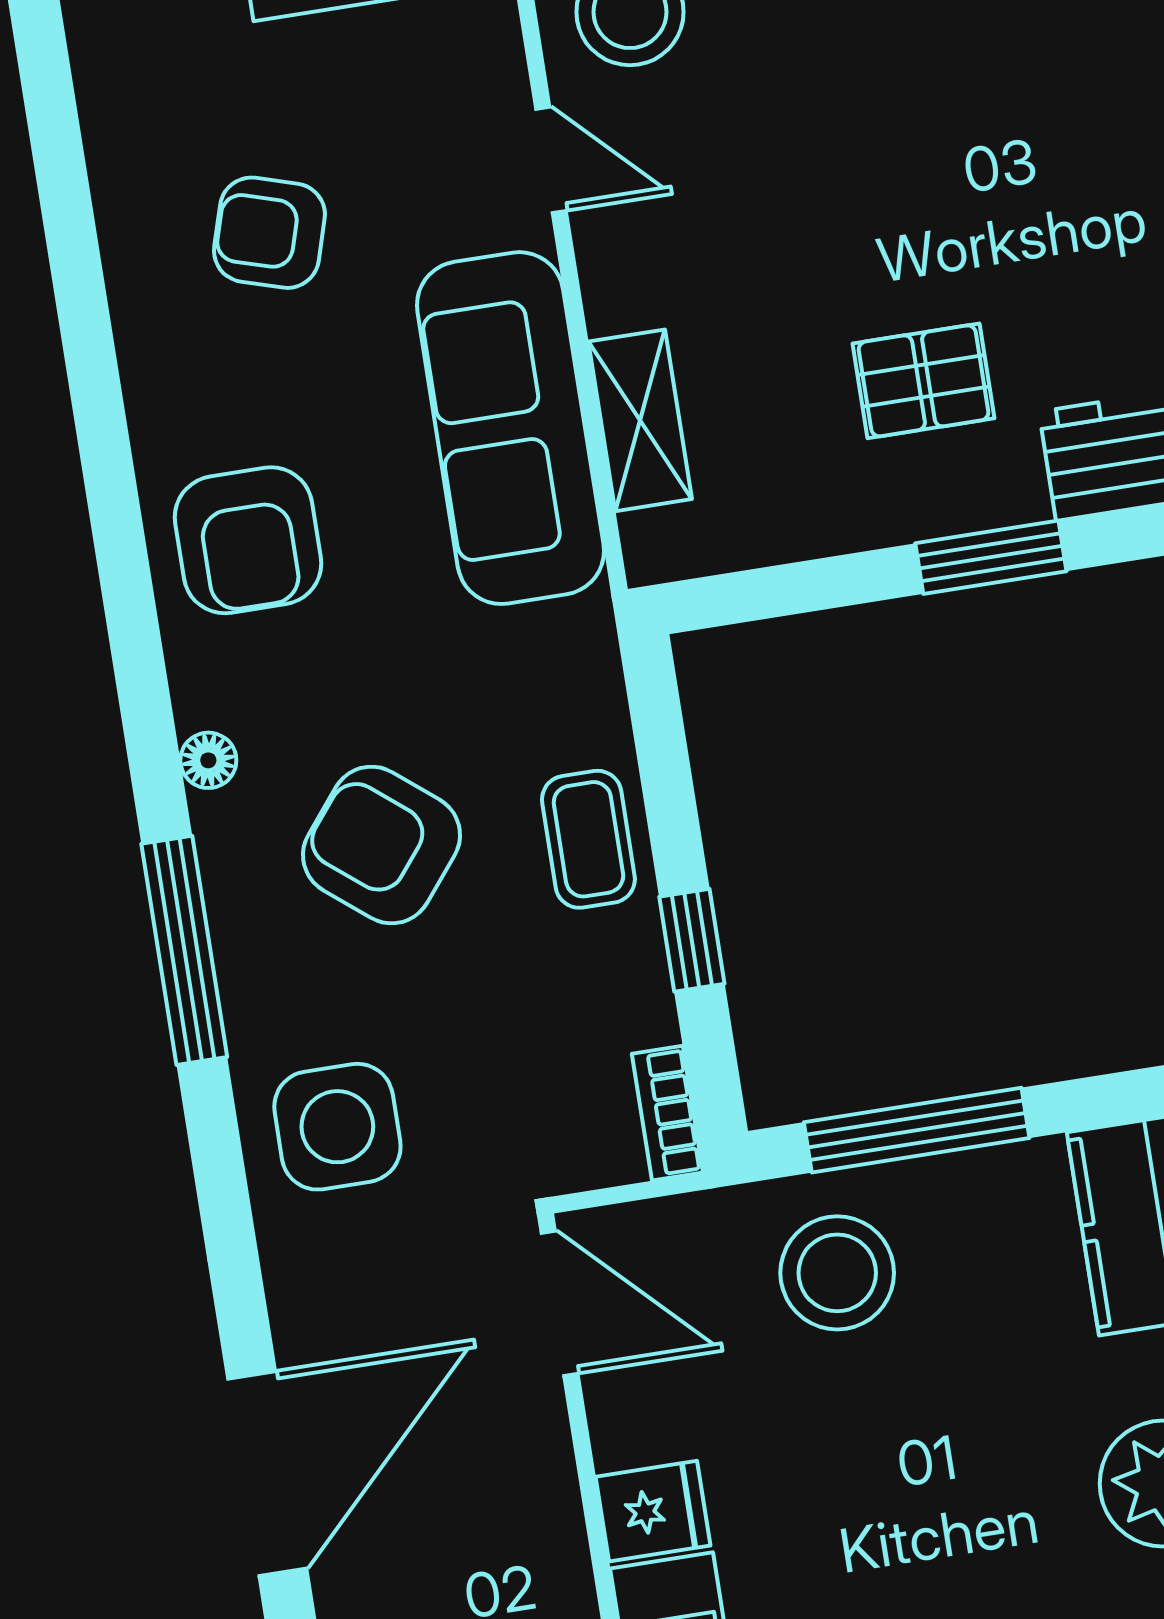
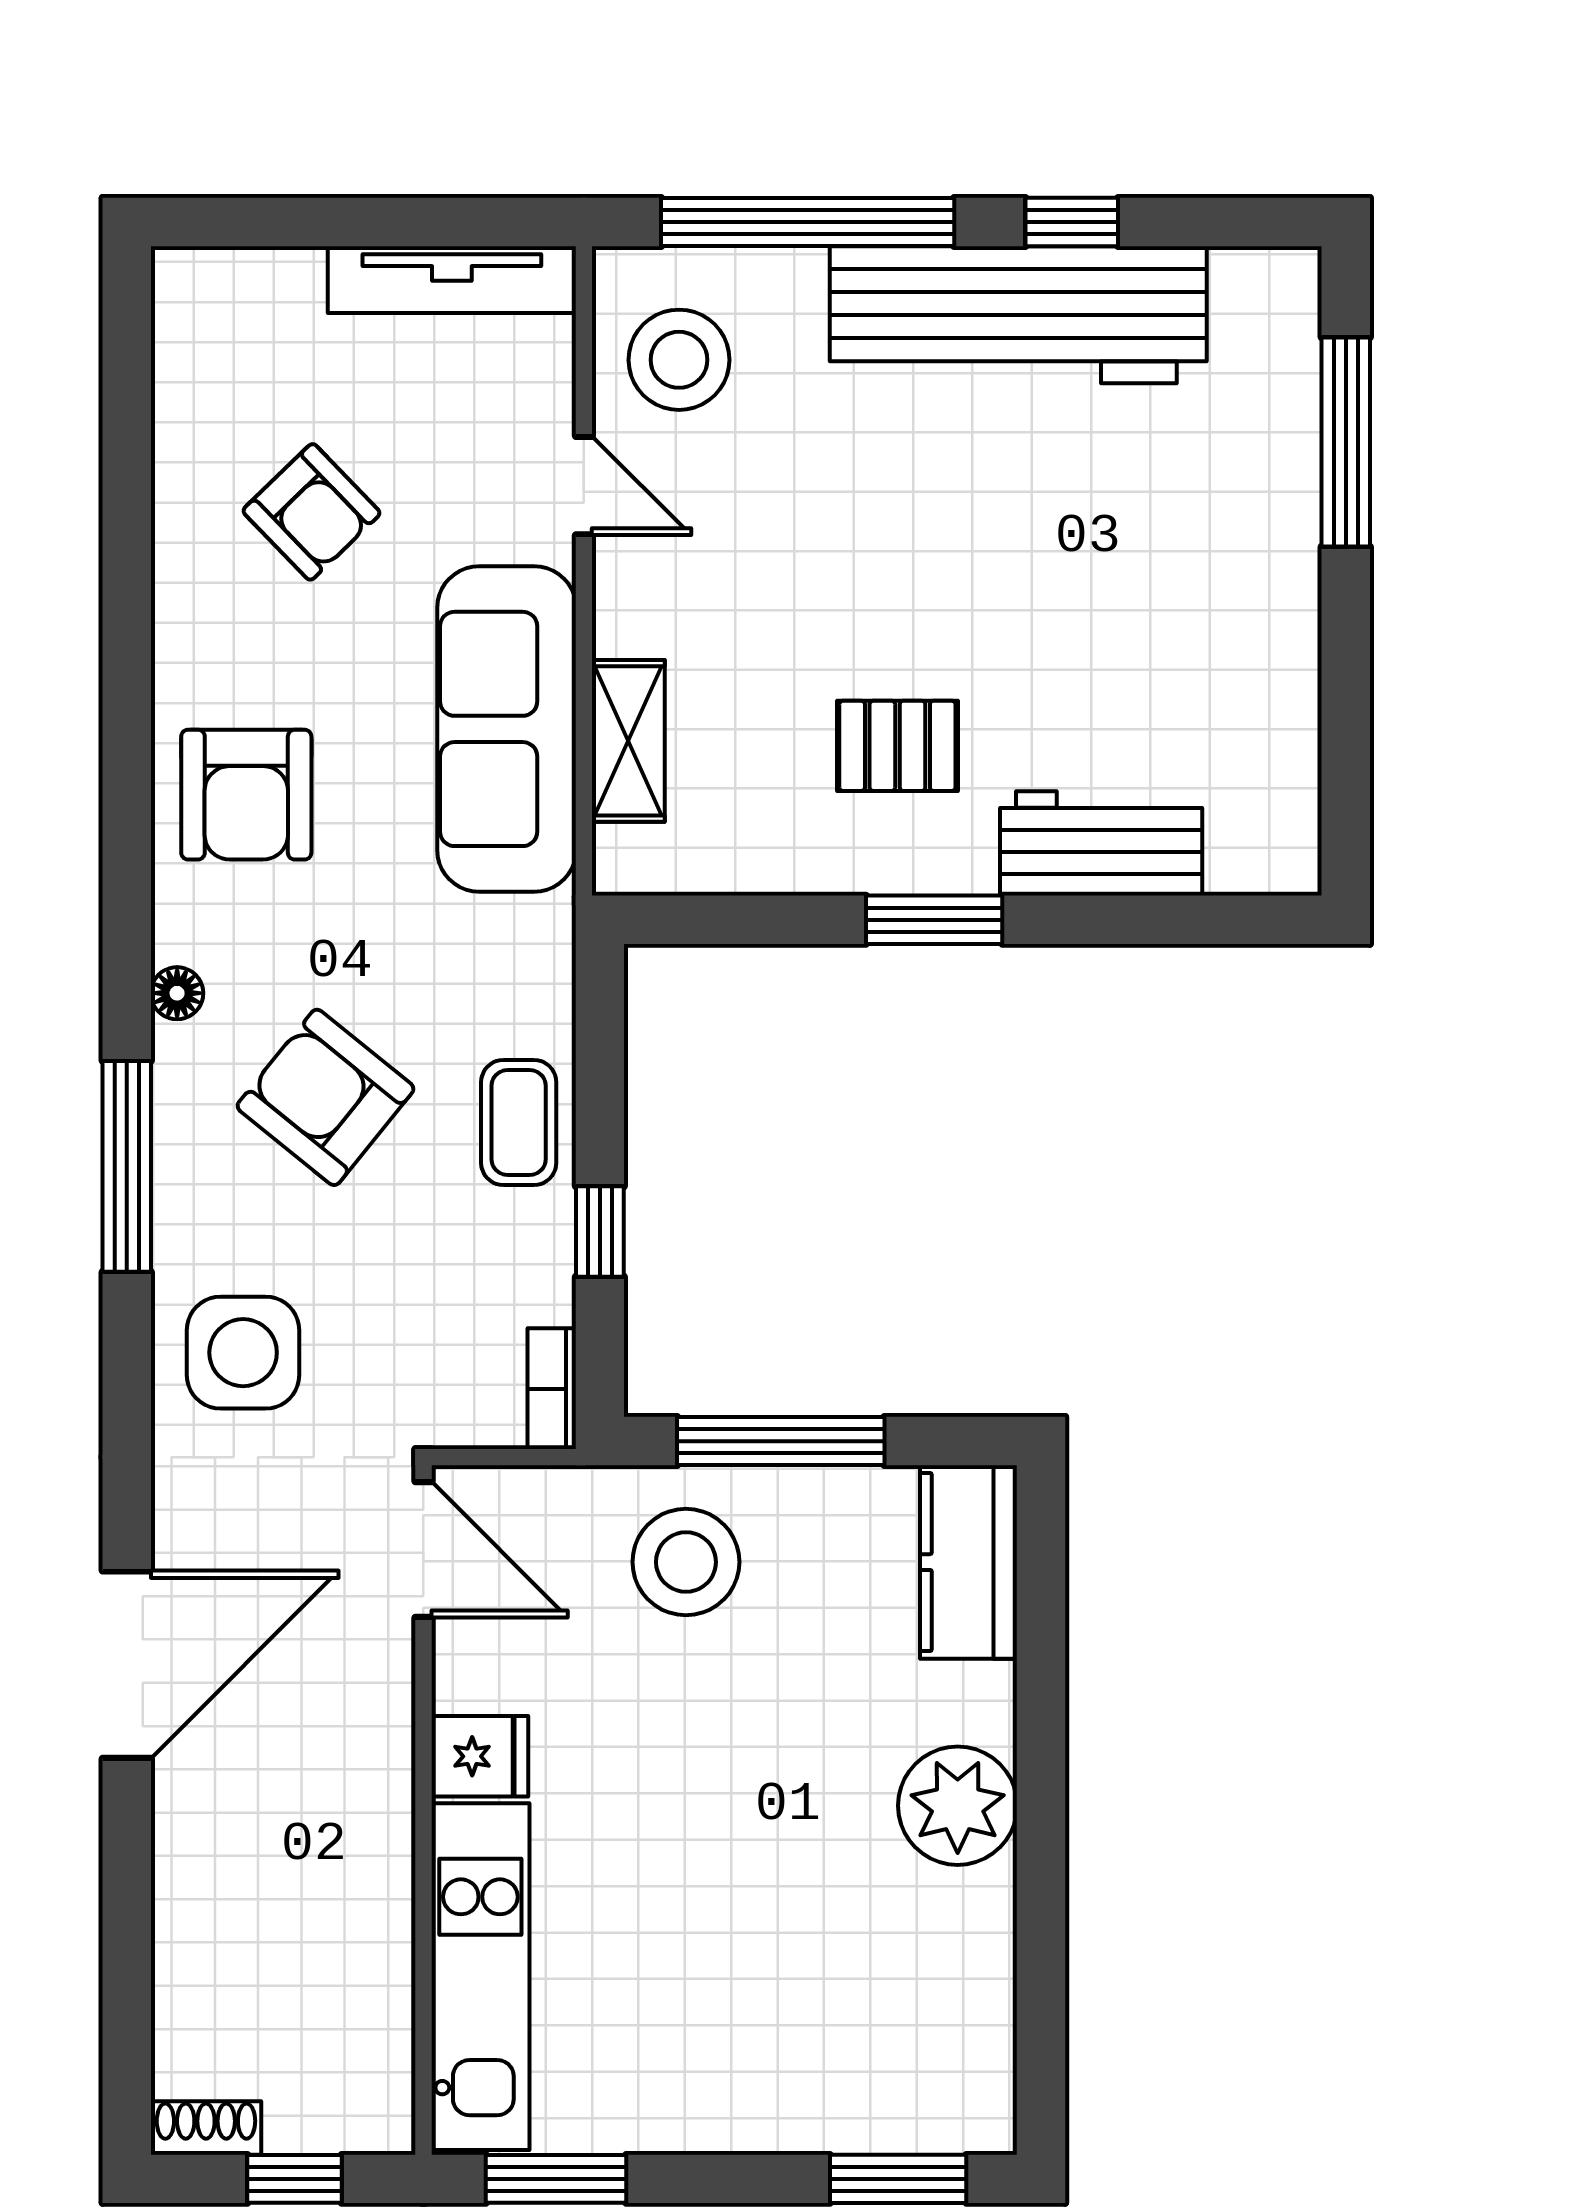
armchair: (269, 233) -> (311, 512), turned -151

